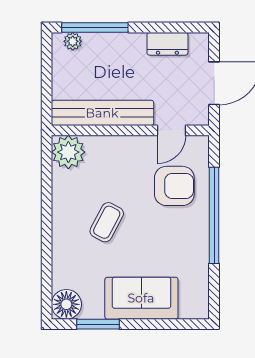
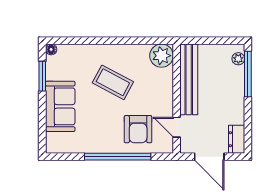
dresser: (167, 44) -> (237, 139), moved
coffee table: (107, 222) -> (113, 82), width x1.36, depth x1.30
floor lamp: (66, 304) -> (51, 49), width x0.53, depth x0.53

